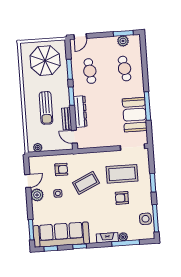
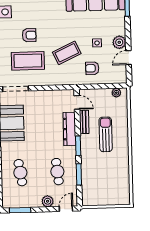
plant: (123, 41) -> (48, 201), moved
parasol: (45, 61) -> (104, 185), removed

